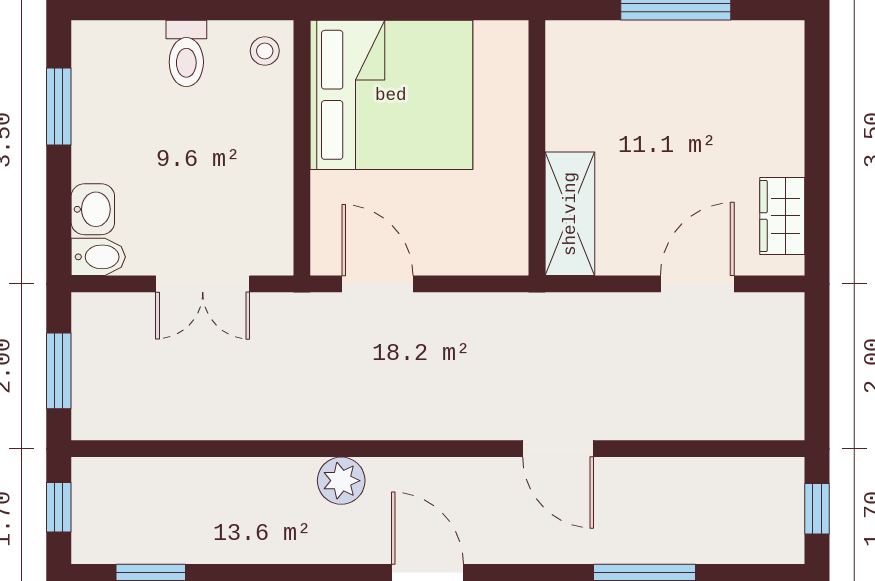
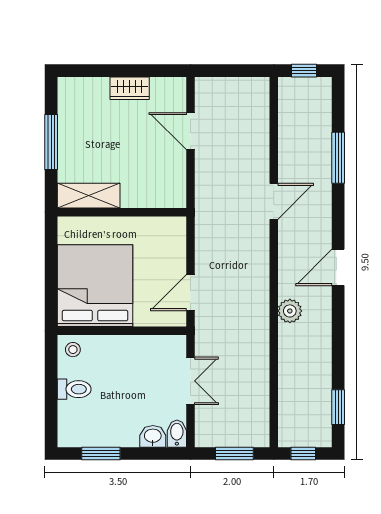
shelving: (570, 214) -> (89, 196), moved
wardrobe: (782, 216) -> (130, 88), moved

